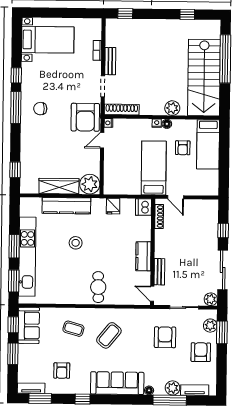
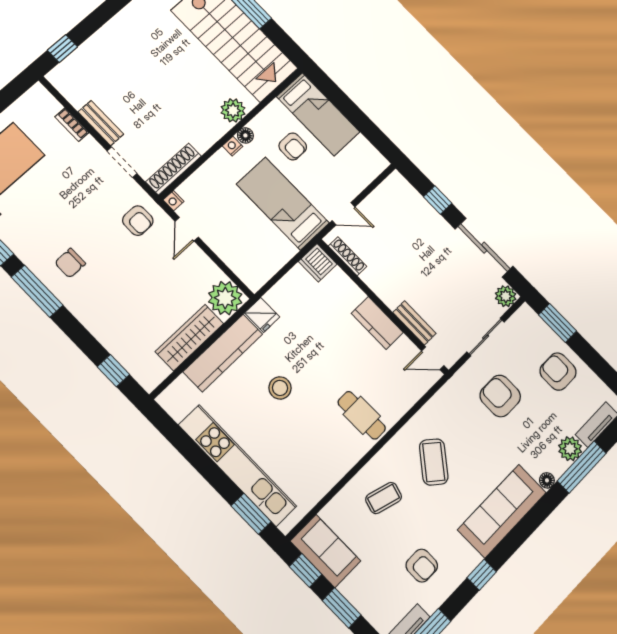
armchair: (85, 117) -> (138, 221), width x0.53, depth x0.53
fridge: (113, 206) -> (262, 315), moved
window: (14, 246) -> (208, 469), removed
plant: (210, 326) -> (537, 328), removed

